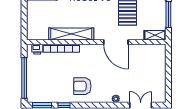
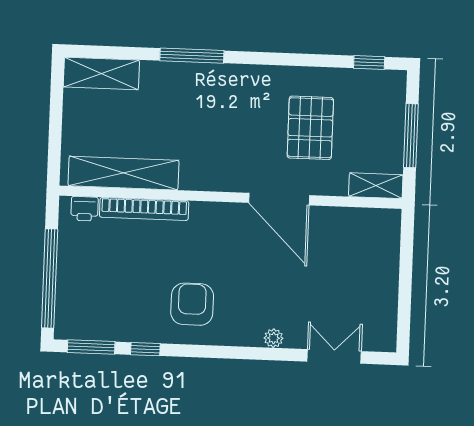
shelving: (71, 34) -> (123, 173), moved
armchair: (82, 86) -> (192, 304), turned 90

